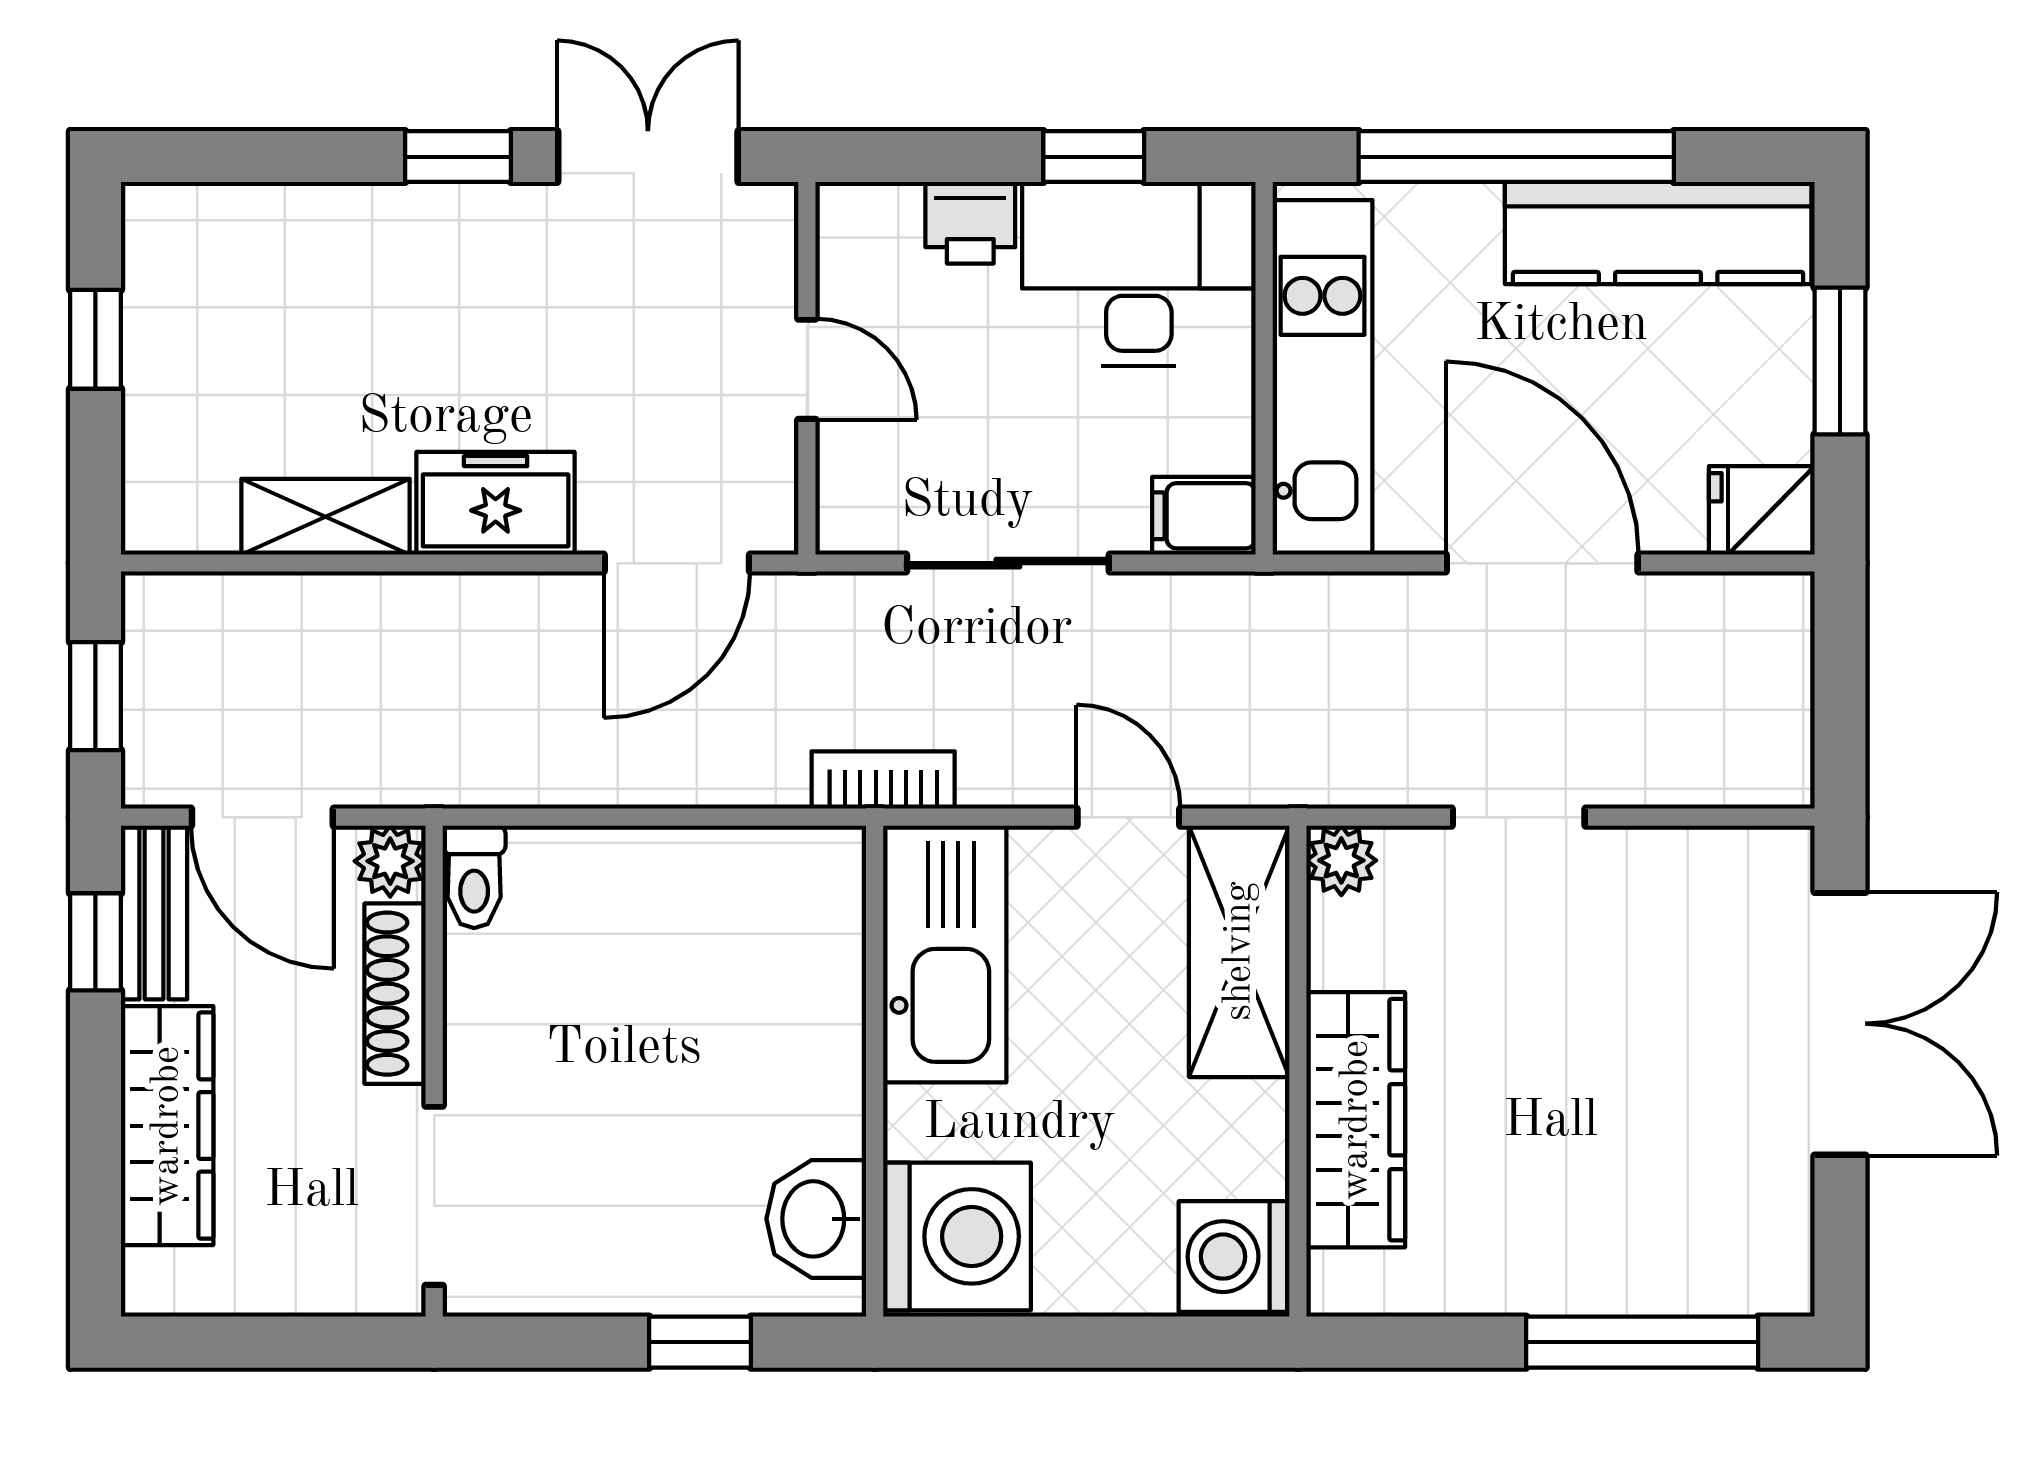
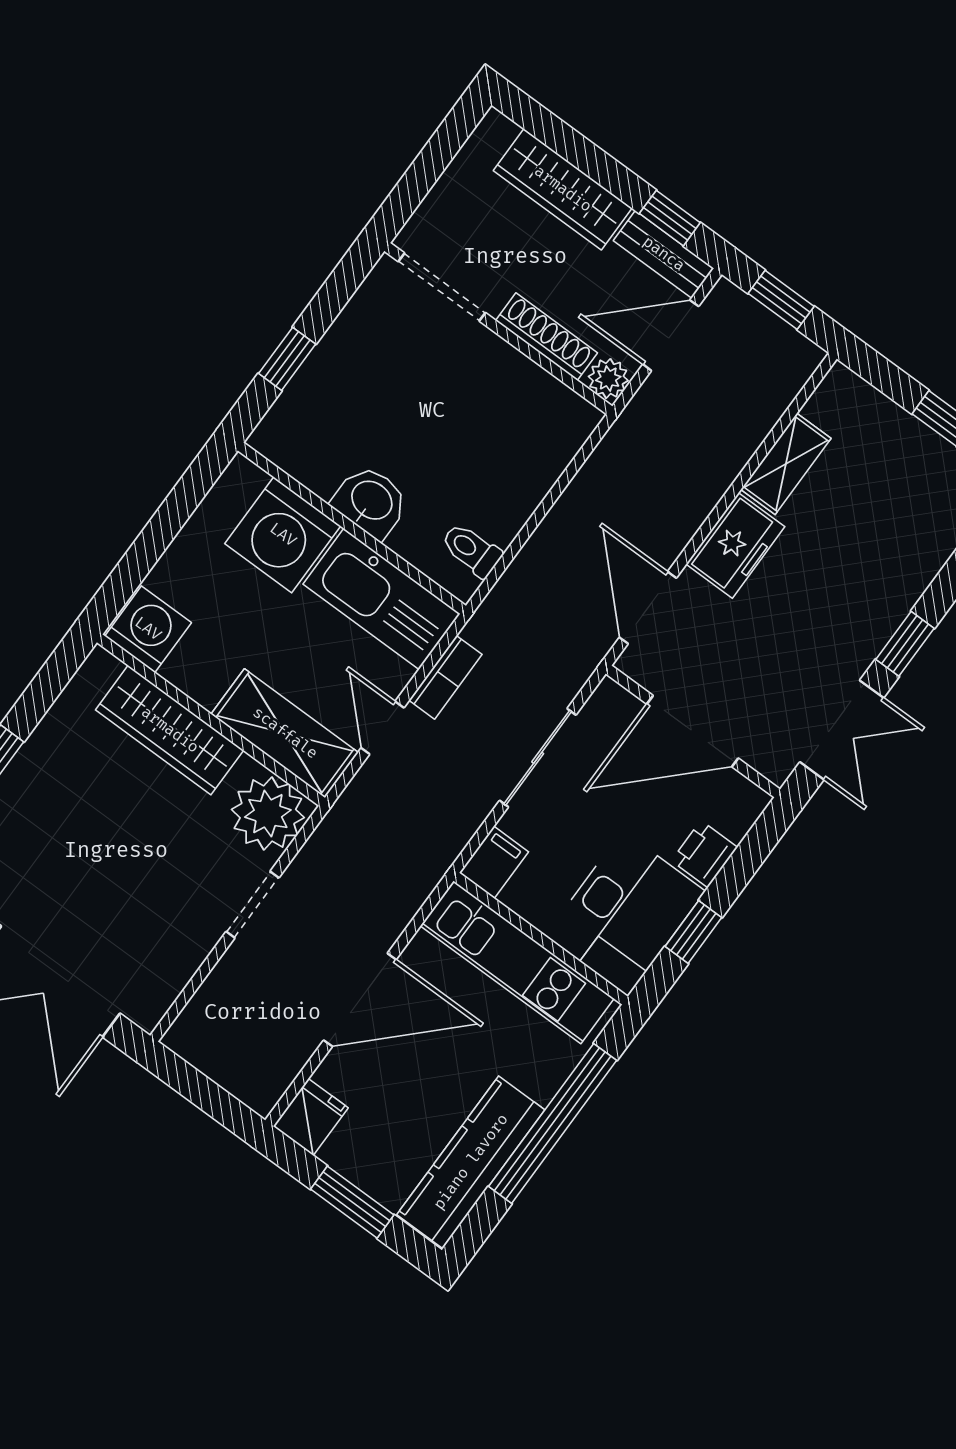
door: (807, 369) -> (692, 731), width x1.88
bookcase: (883, 780) -> (445, 677), moved
door: (1128, 817) -> (382, 728), swing flipped
plant: (1341, 860) -> (268, 814), width x1.88, depth x1.88
toilet: (474, 877) -> (471, 550), moved
washbasin: (816, 1219) -> (371, 501), moved
washing machine: (957, 1236) -> (283, 535), moved

